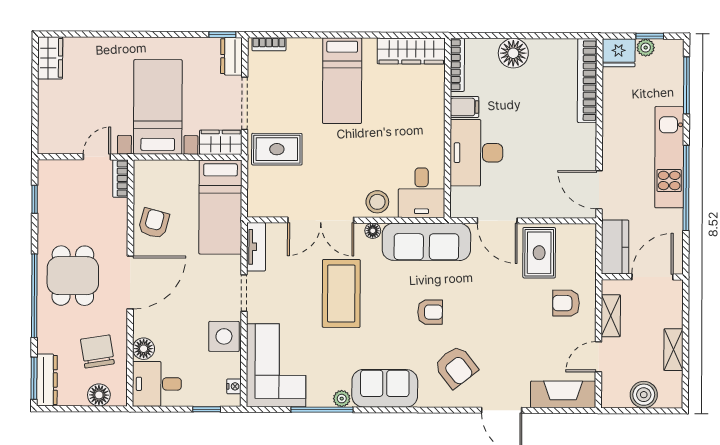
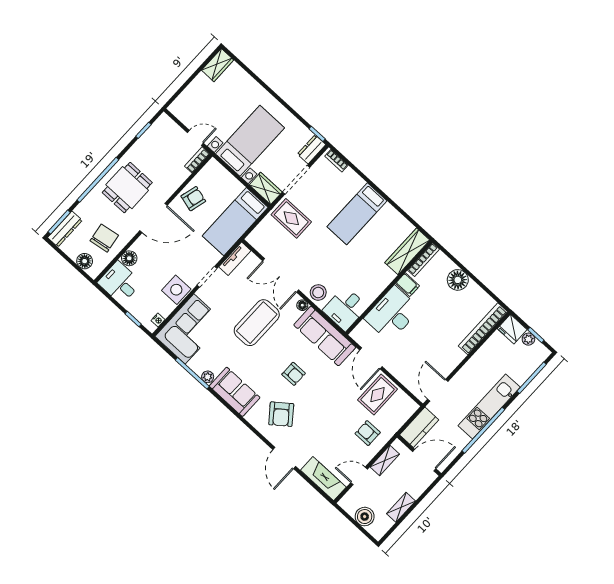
wardrobe: (411, 51) -> (407, 251), moved, turned 90

